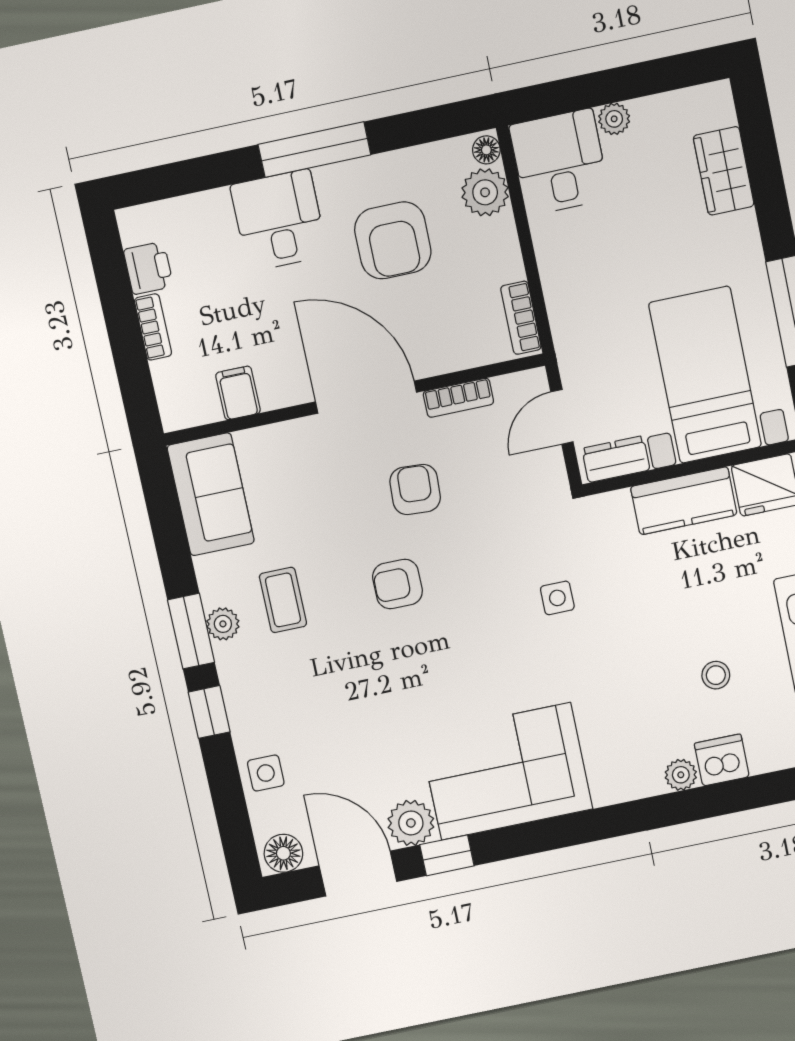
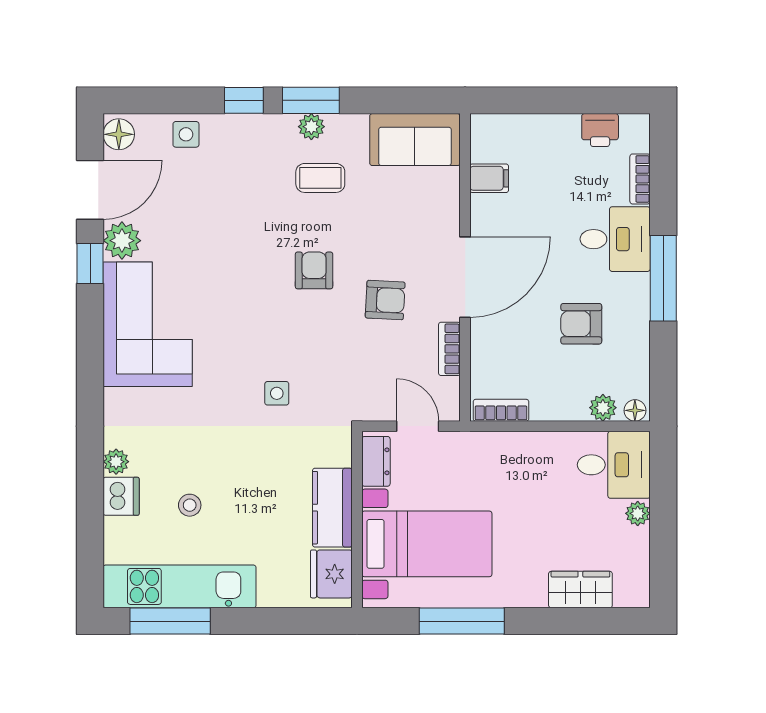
plant: (485, 192) -> (603, 408), width x0.73, depth x0.73
armchair: (393, 240) -> (581, 324), width x0.72, depth x0.72
bookcase: (153, 327) -> (640, 179), moved, turned 90

